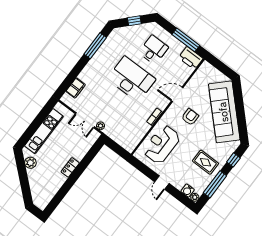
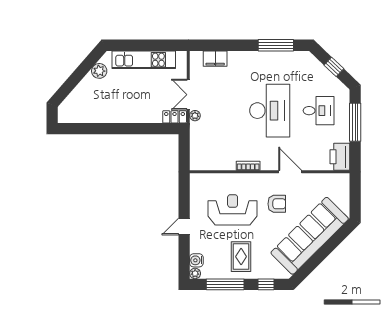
window: (186, 40) -> (355, 122), moved
reception desk: (162, 144) -> (233, 210), moved
locker: (70, 167) -> (175, 117), moved

